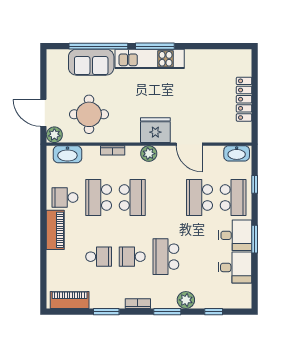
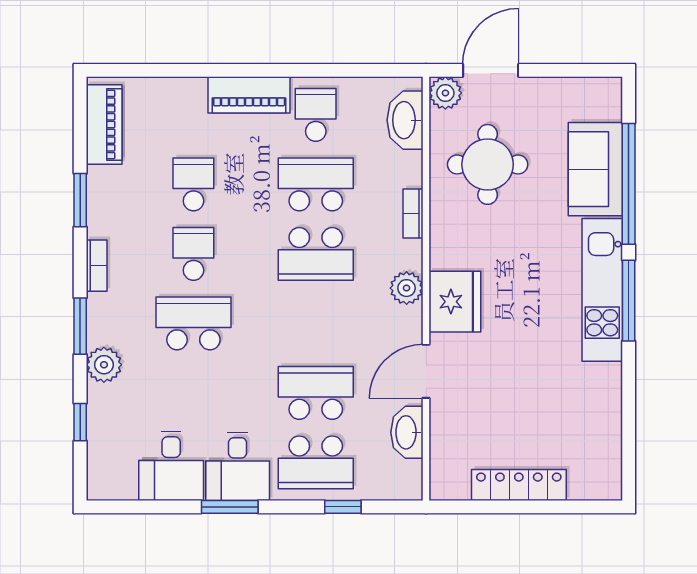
washbasin: (237, 153) -> (407, 432), moved
school desk: (99, 257) -> (193, 184), turned 180

